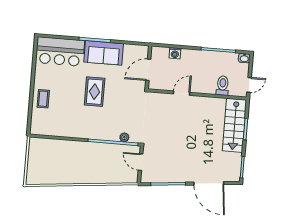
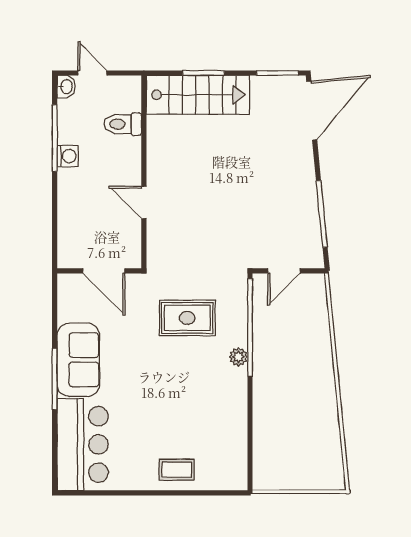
washing machine: (175, 53) -> (68, 156), moved
door: (249, 85) -> (92, 73), moved
rug: (95, 92) -> (187, 318), moved
plant: (124, 137) -> (238, 357), moved
door: (209, 183) -> (312, 111), moved

